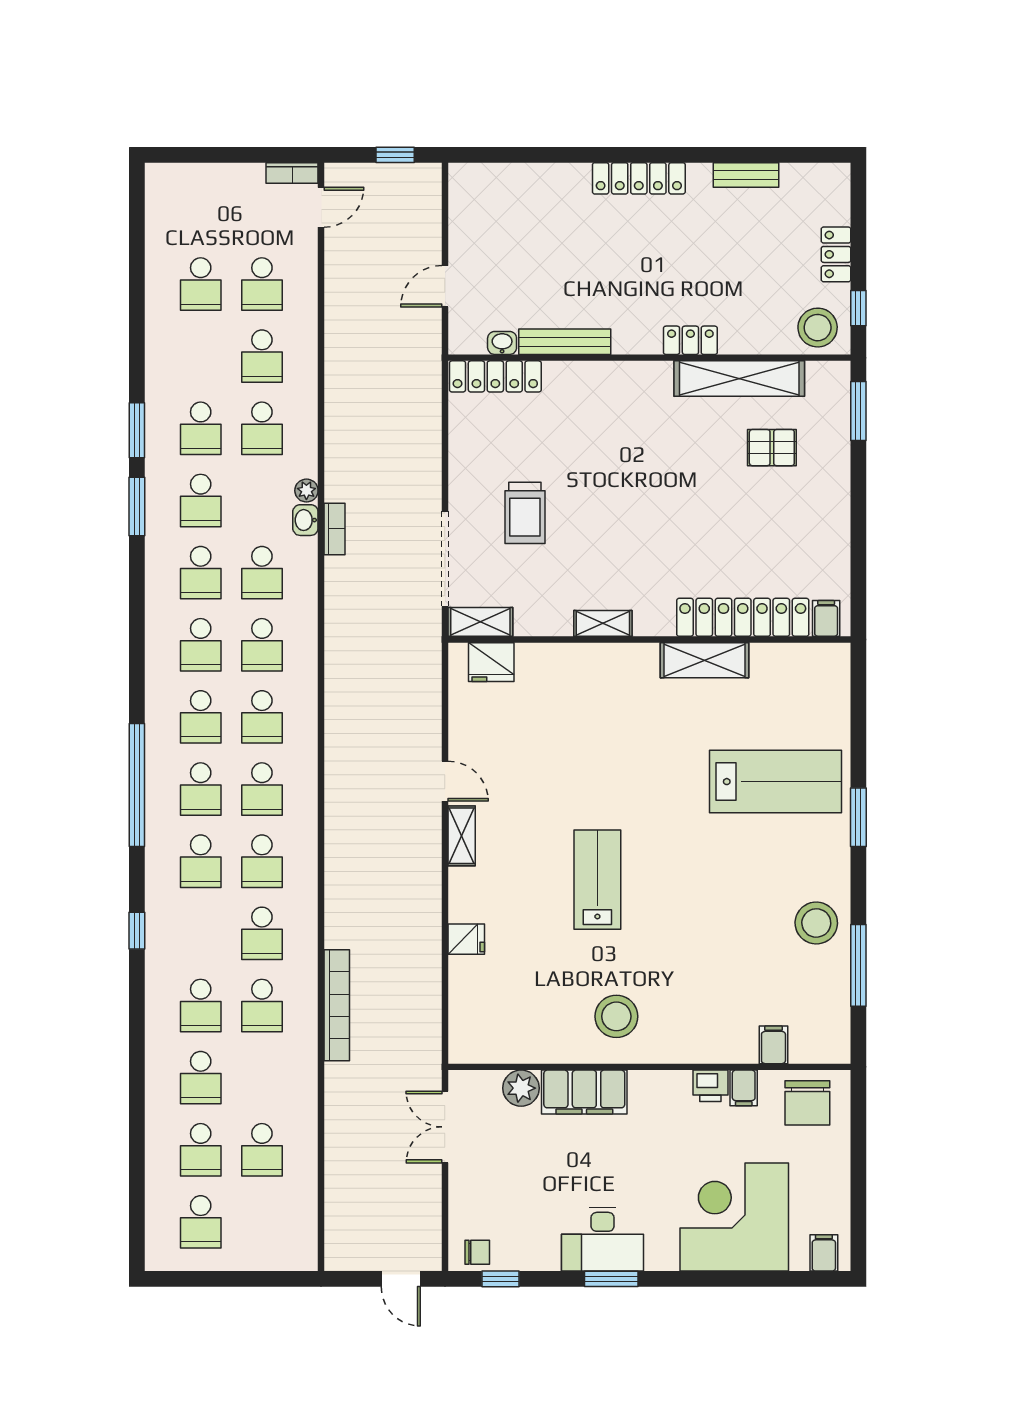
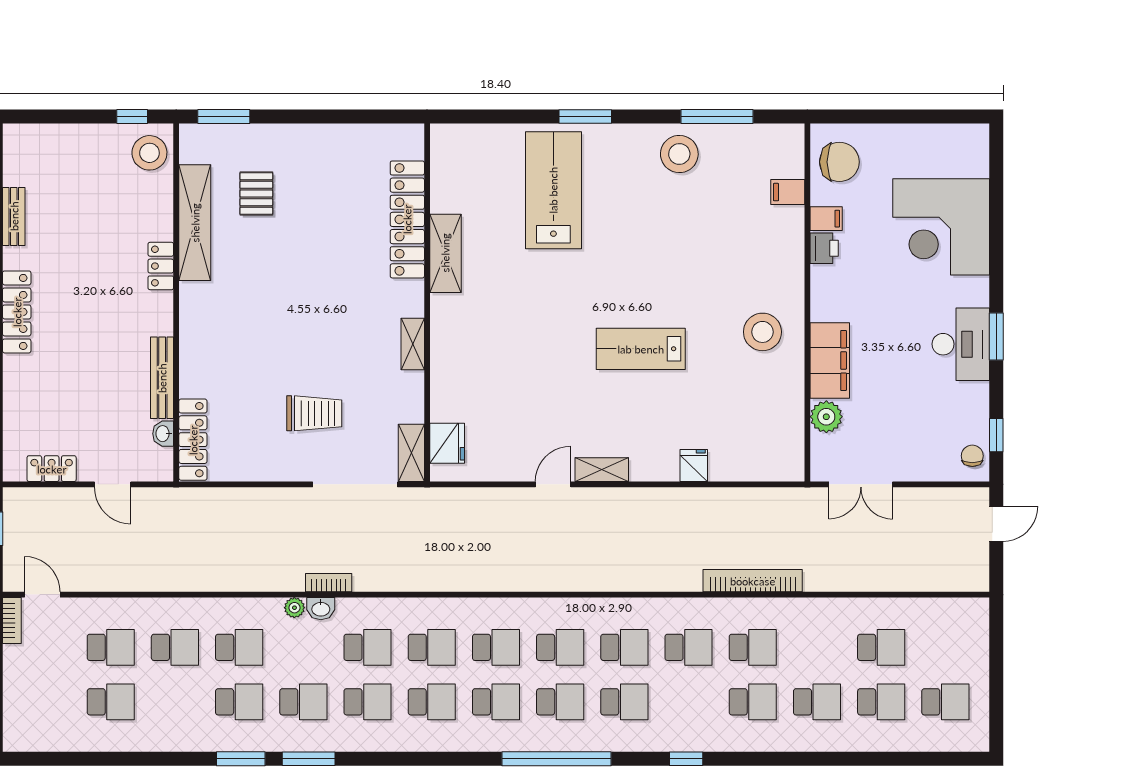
locker: (836, 254) -> (52, 469), moved, turned 180
filing cabinet: (826, 618) -> (408, 145), removed
filing cabinet: (824, 1253) -> (973, 147), removed

